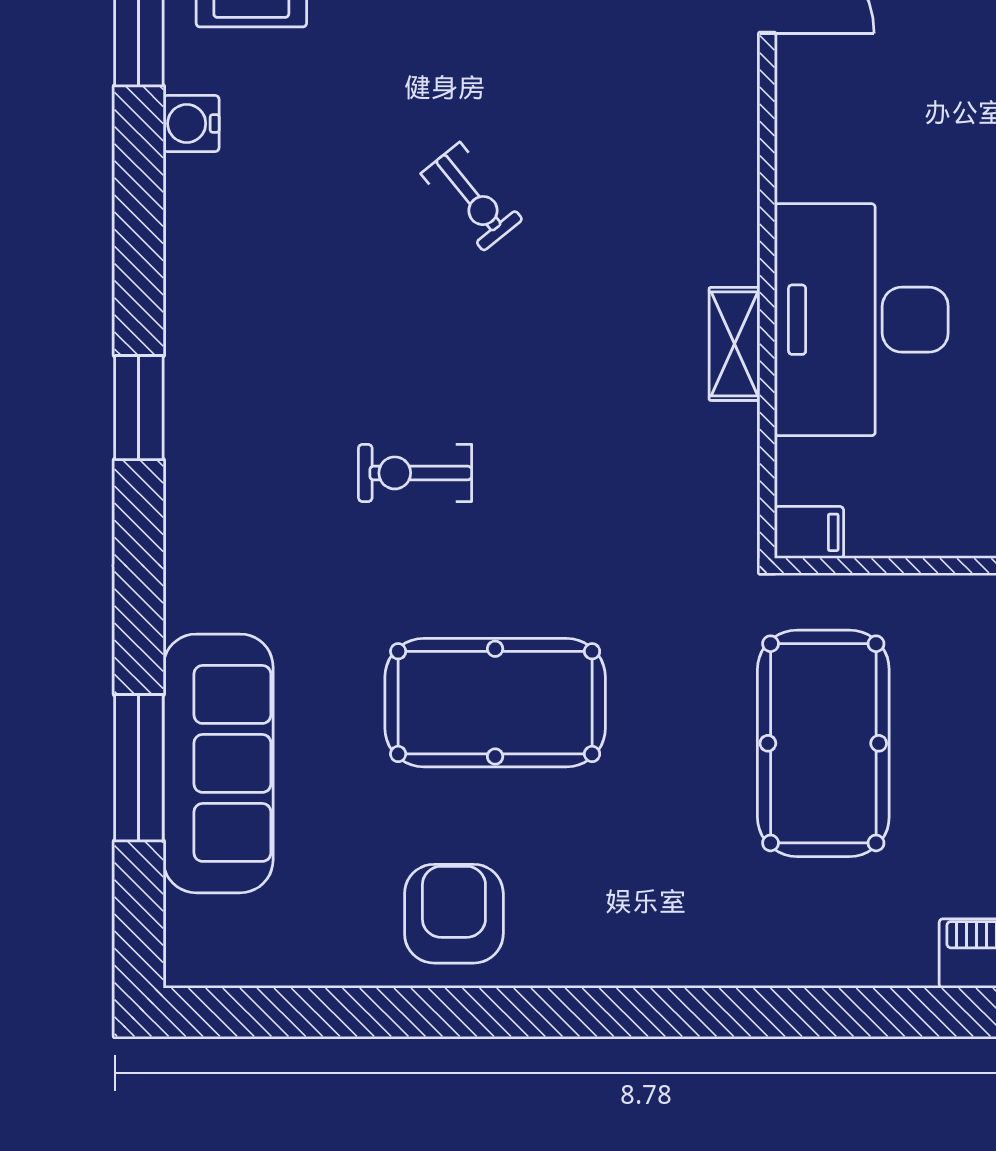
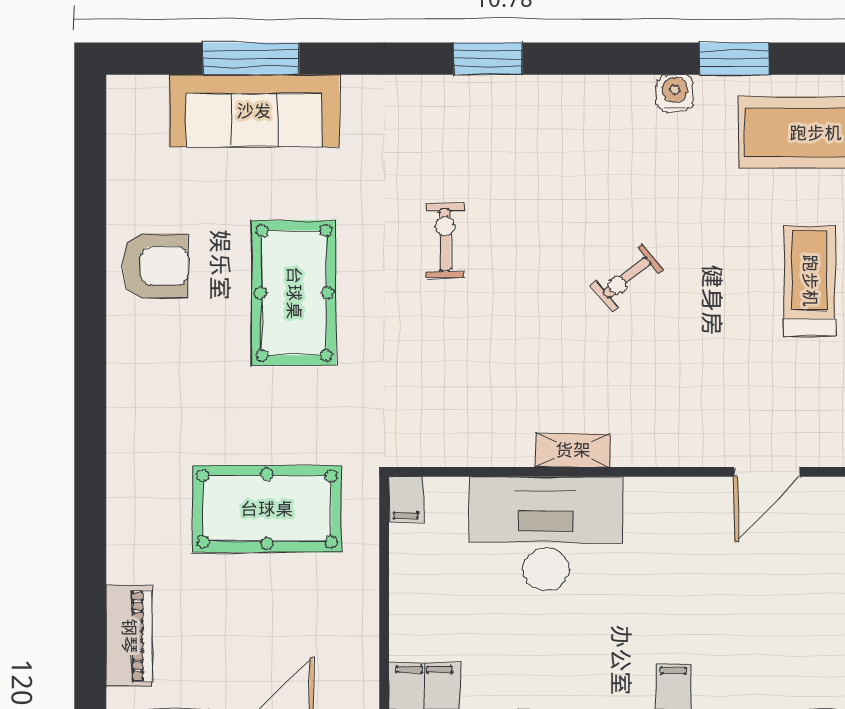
shelving: (735, 344) -> (573, 450), moved

